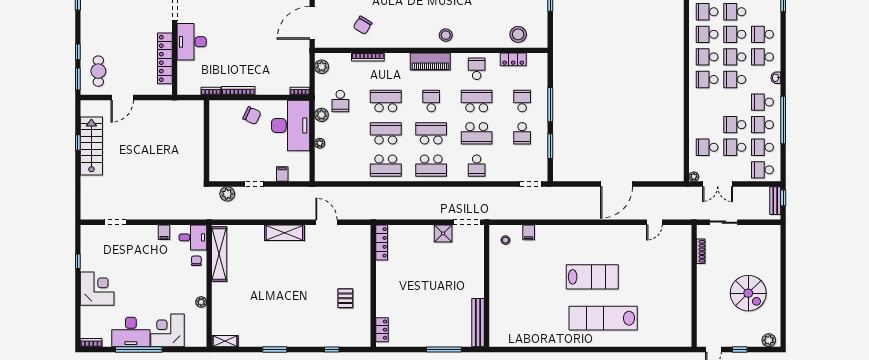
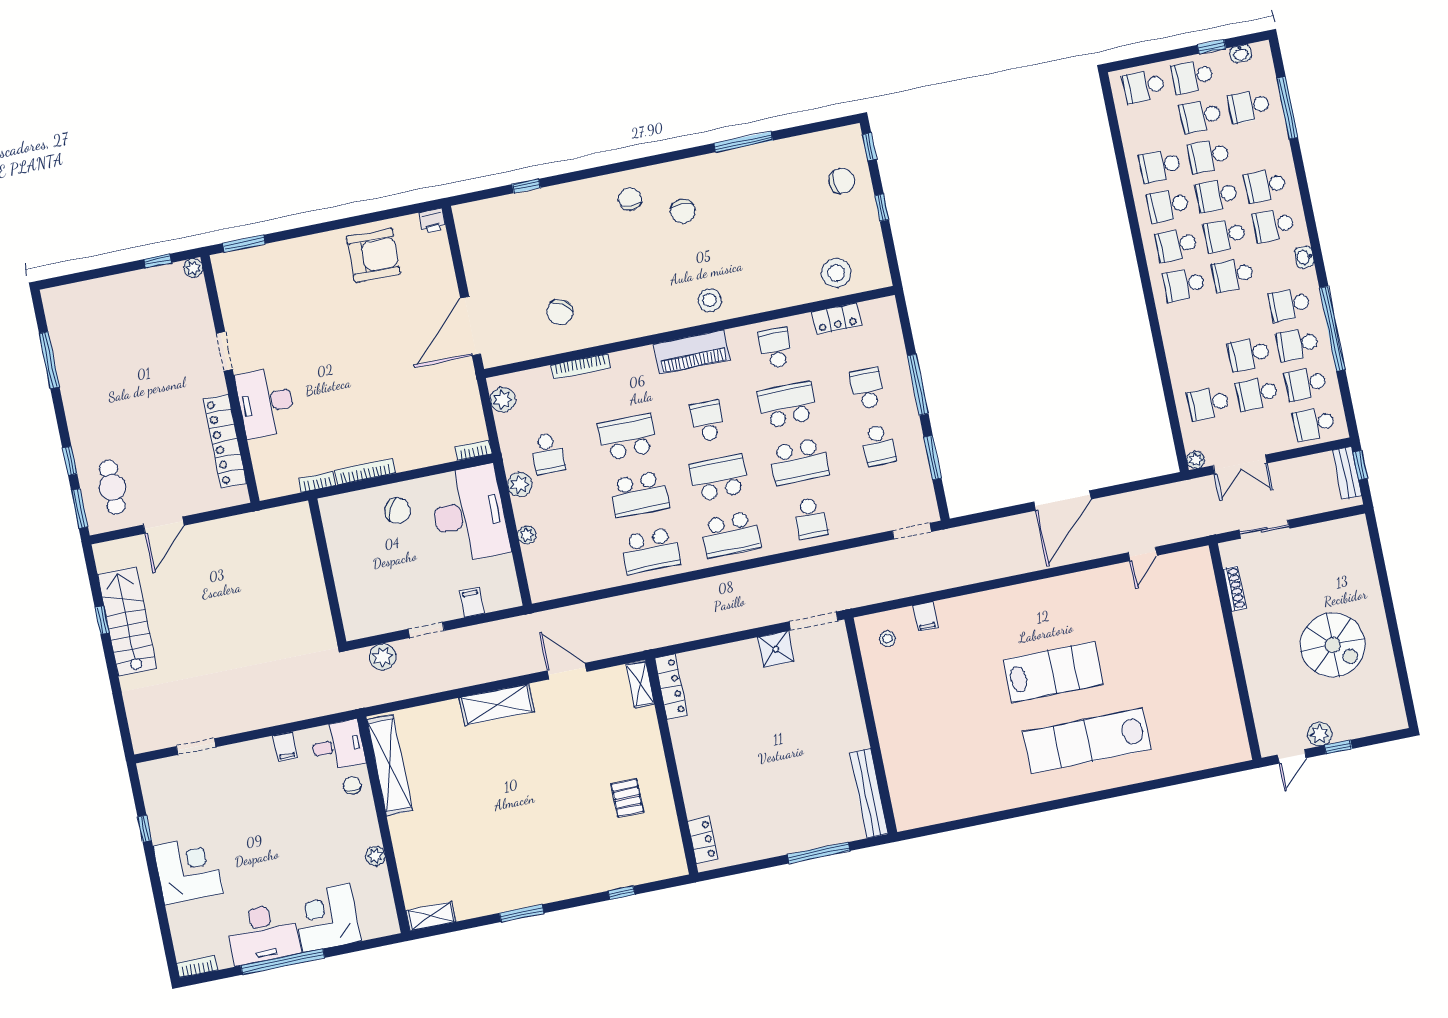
school desk: (386, 133) -> (639, 494), turned 180
shelving: (365, 238) -> (640, 684), added
plant: (769, 340) -> (1320, 734), moved

